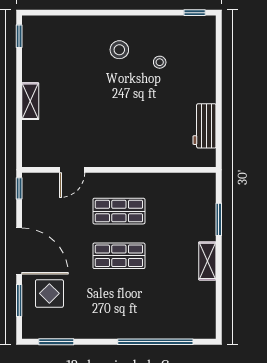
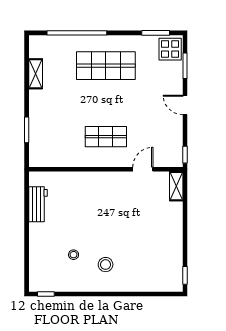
shelving: (30, 101) -> (176, 186), moved
door: (19, 251) -> (185, 105), width x0.53
shop shelf: (119, 256) -> (106, 66), moved, width x1.43, depth x1.36
shelving: (207, 261) -> (36, 74), moved
display table: (49, 293) -> (170, 49), moved

